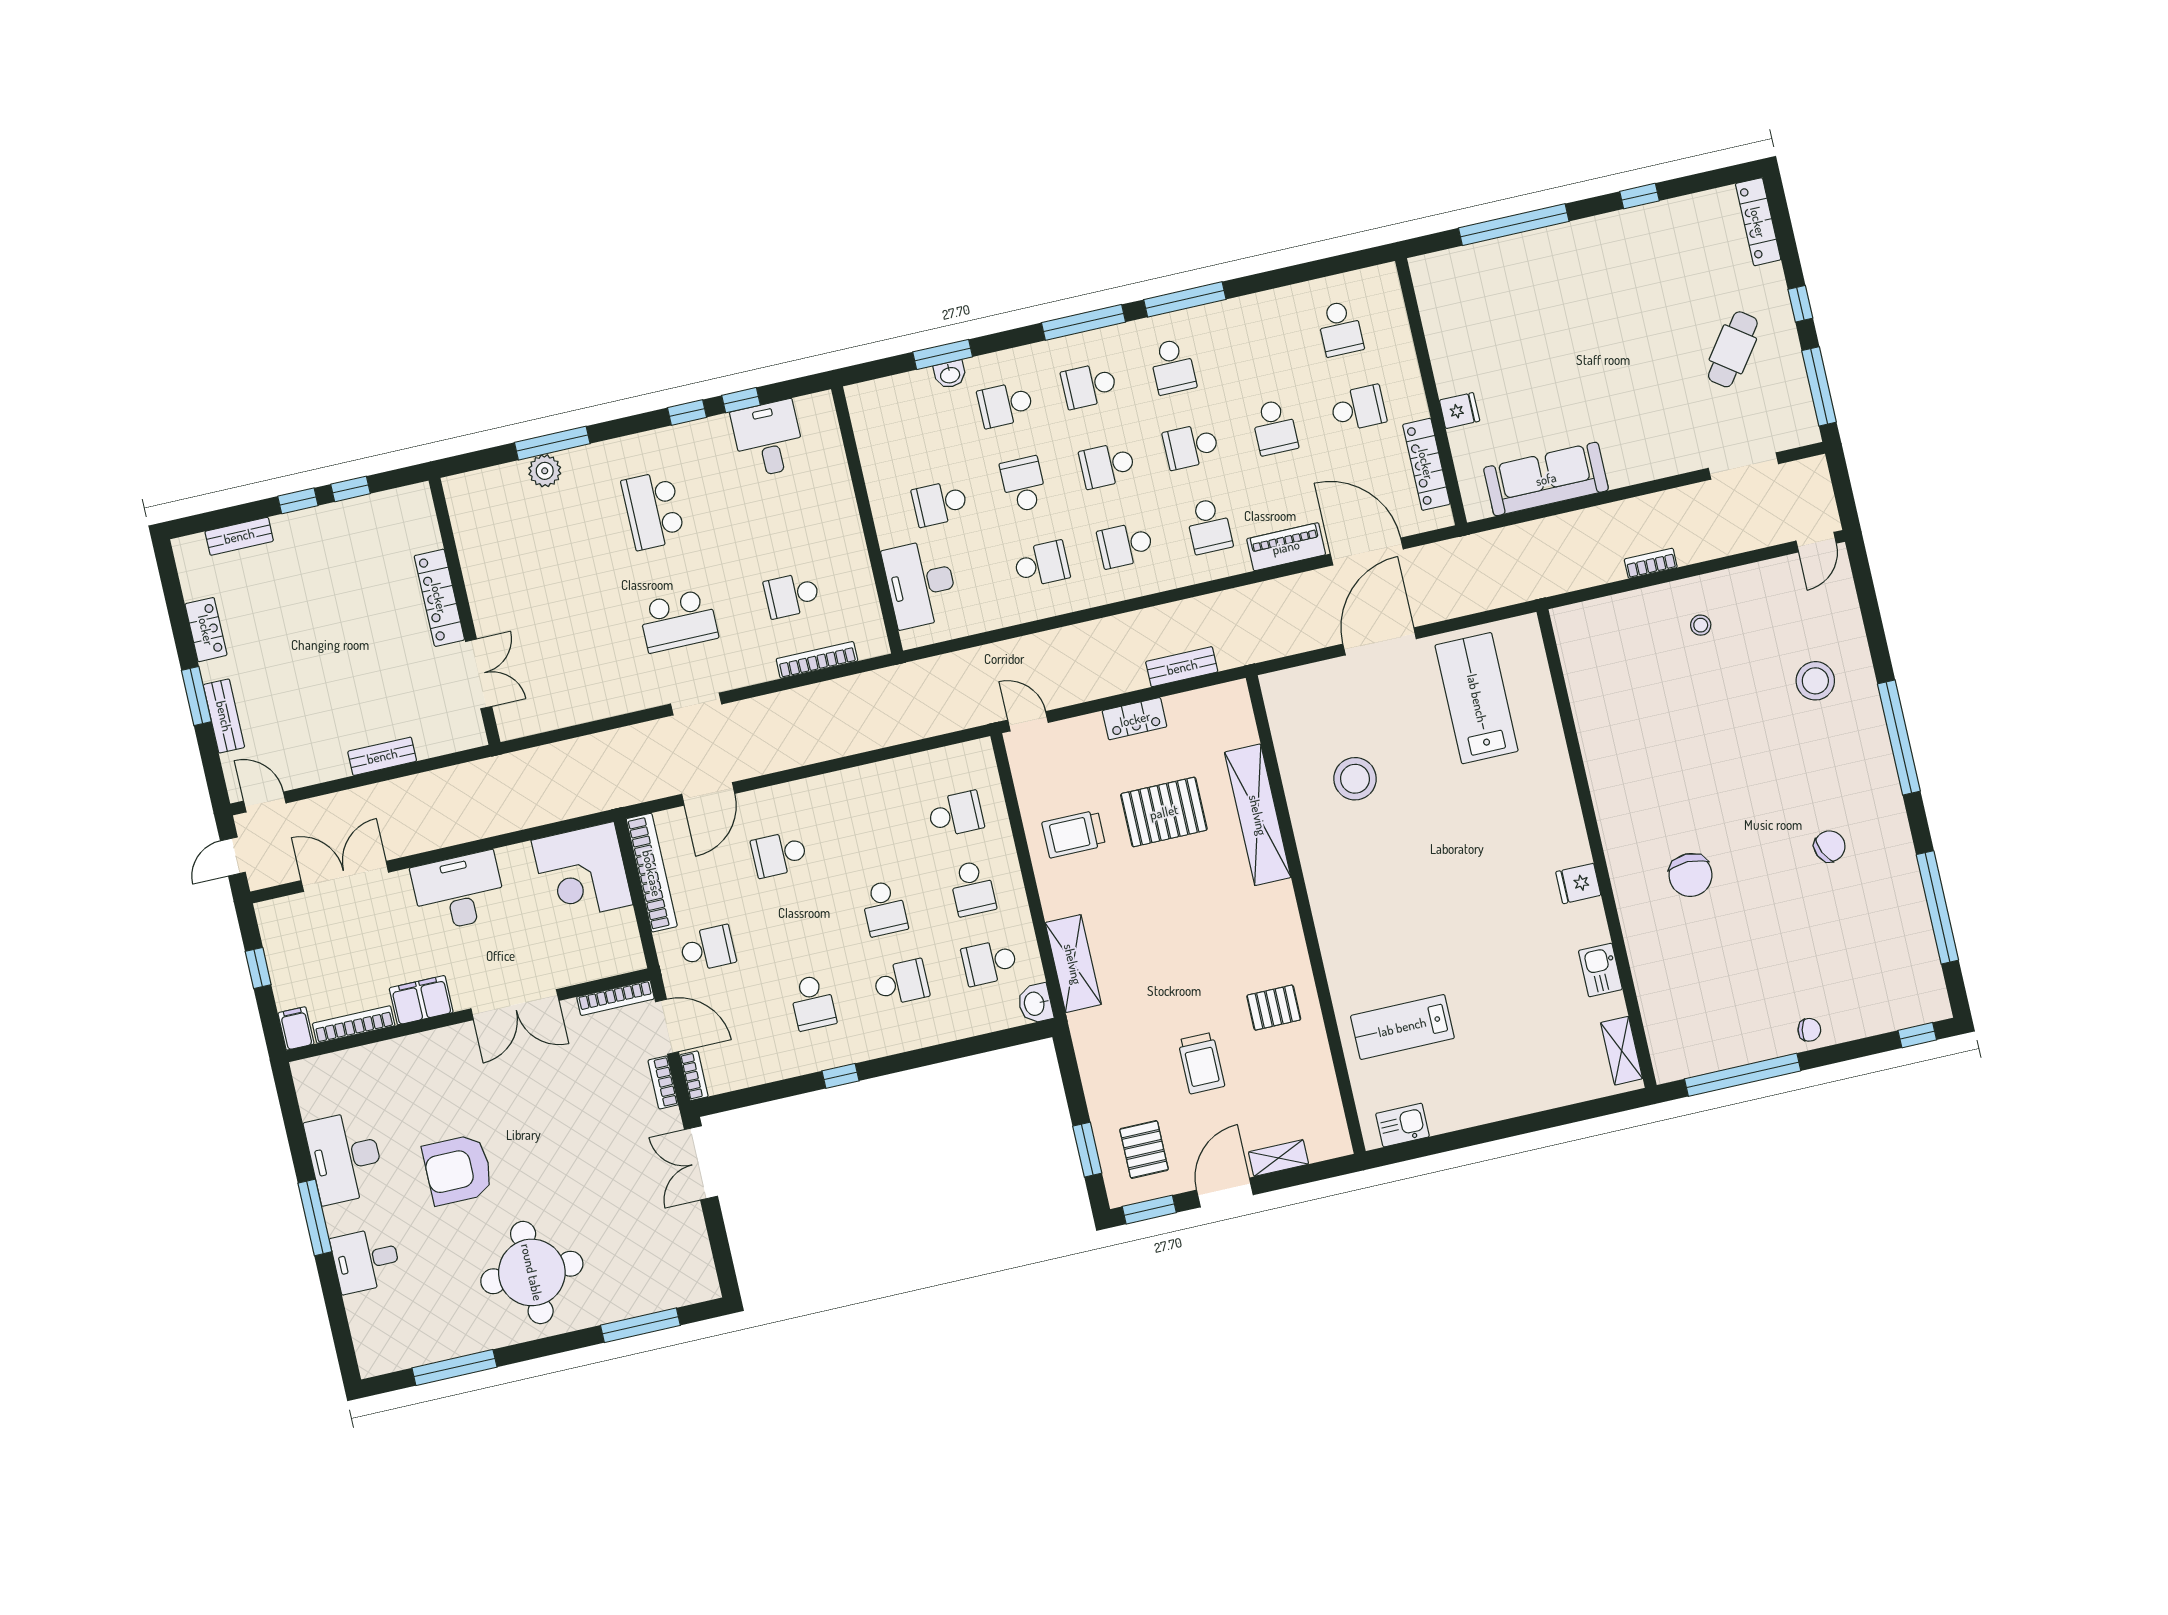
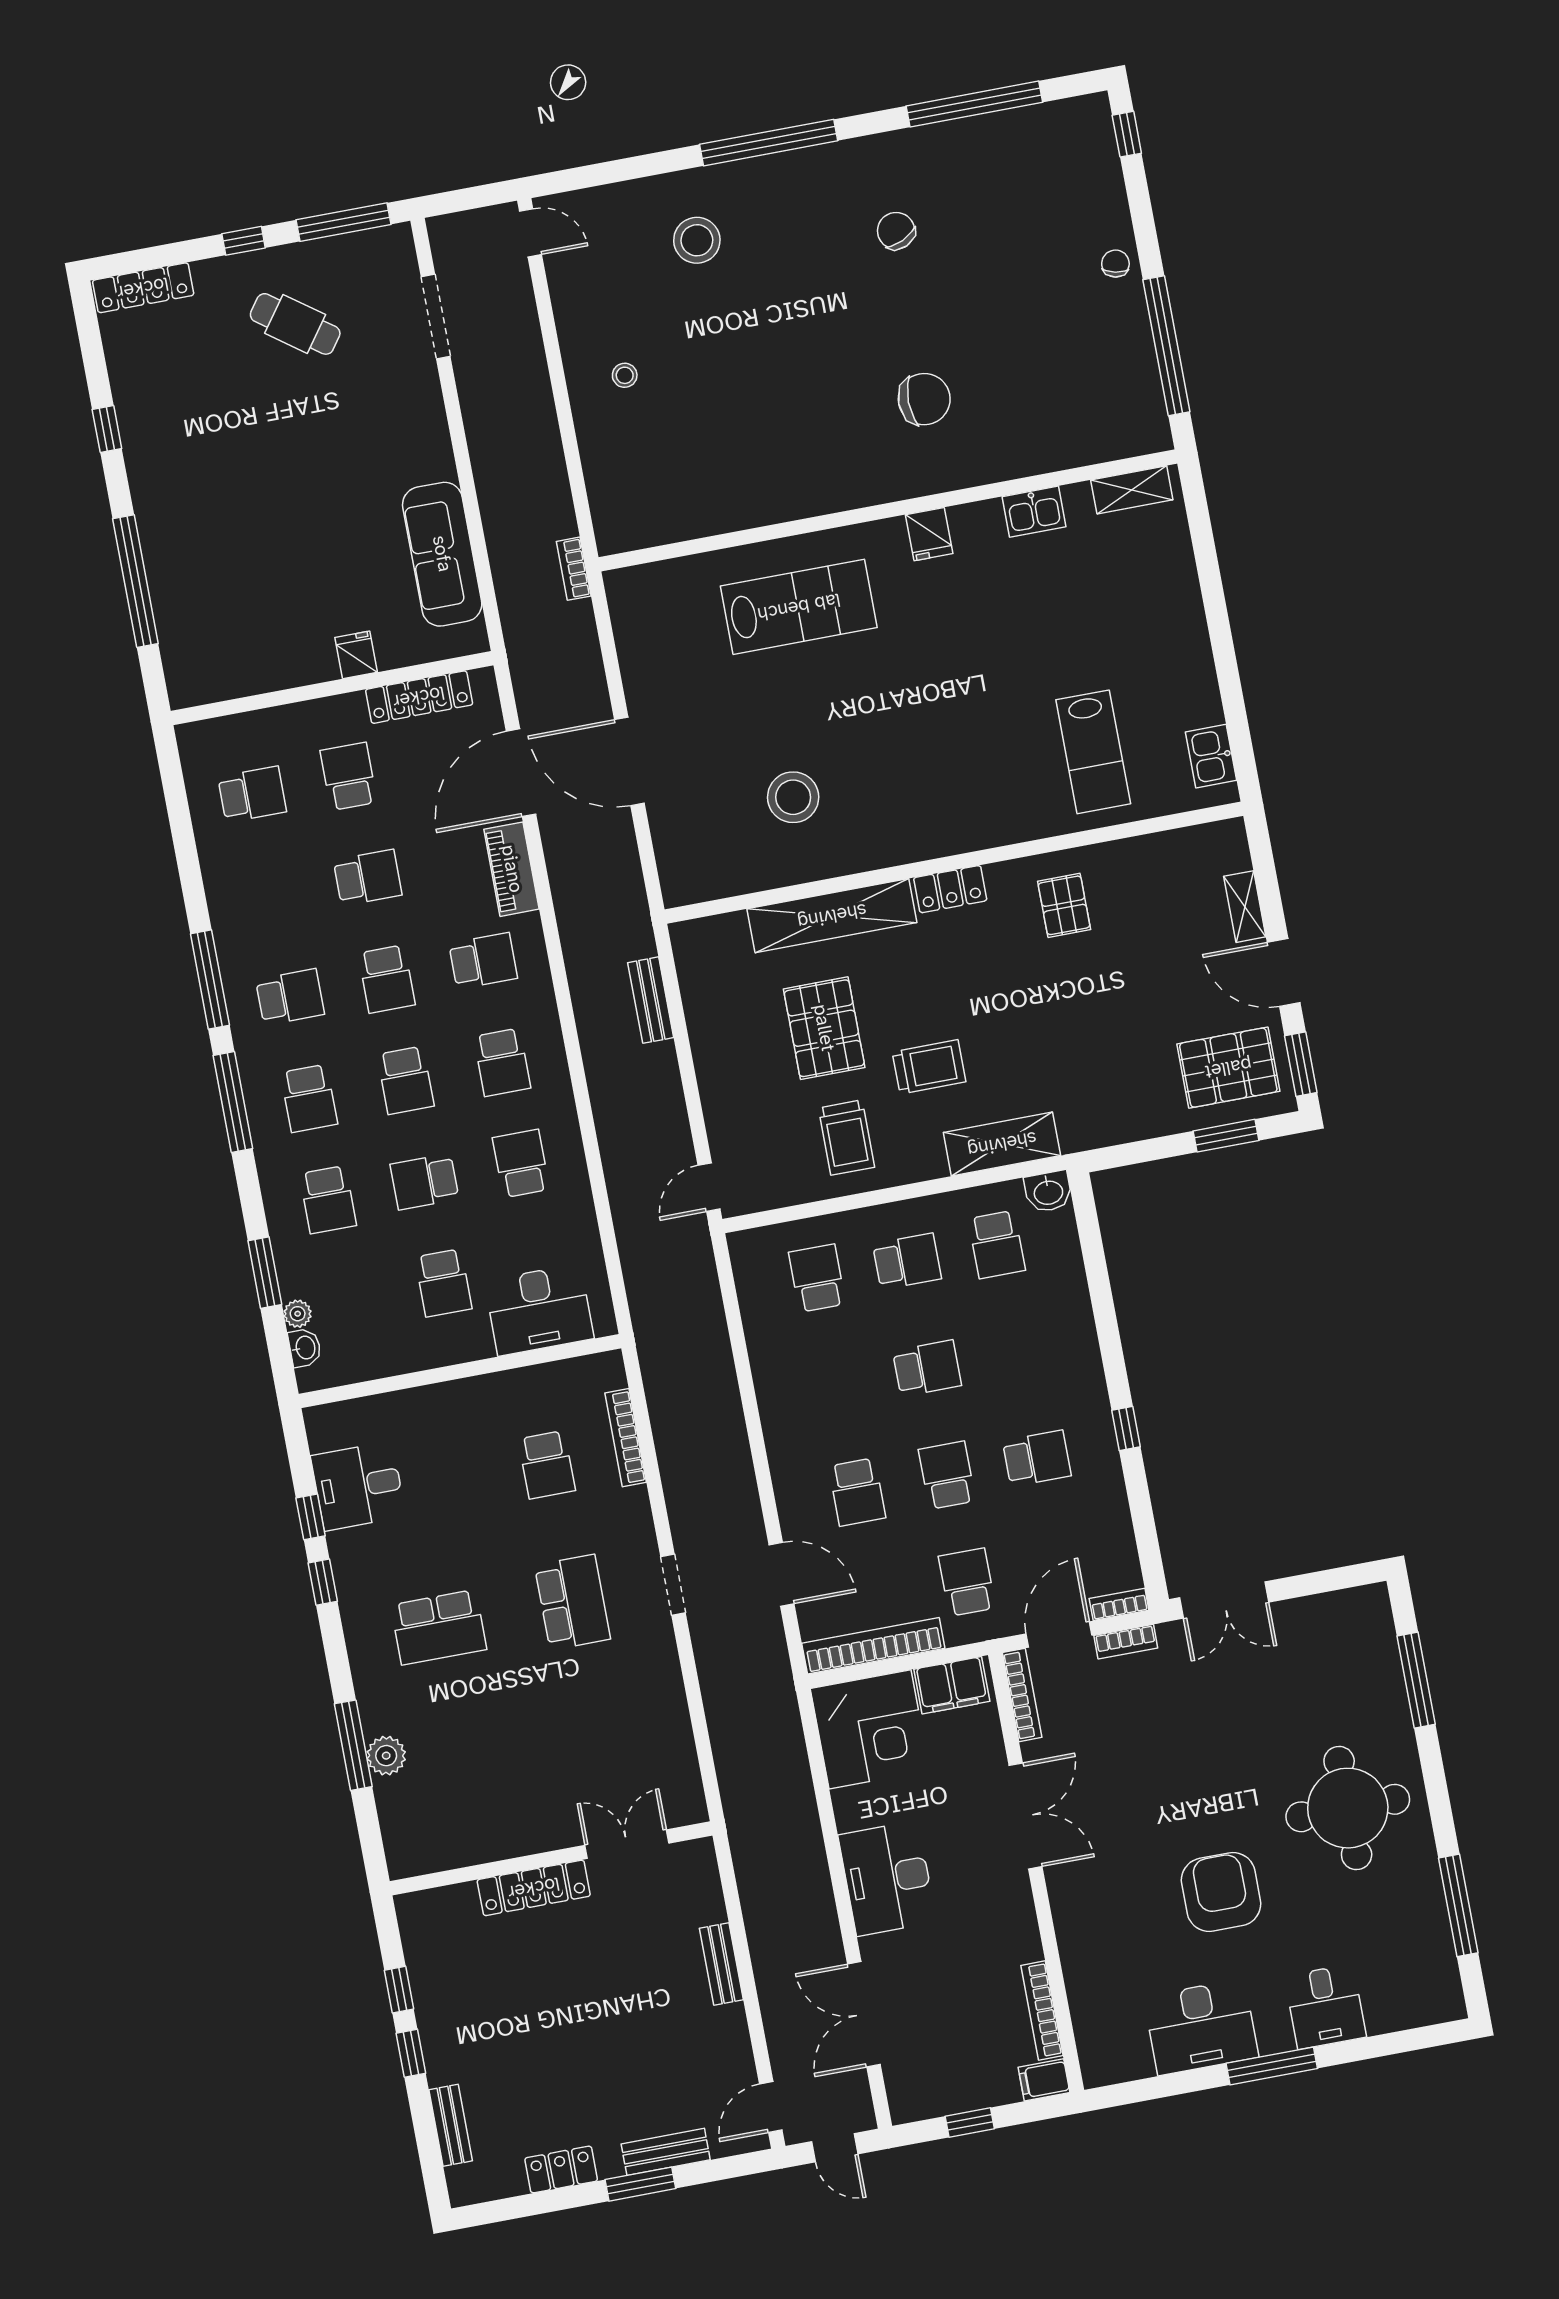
washbasin: (950, 374) -> (305, 1348), moved
plant: (910, 383) -> (298, 1314), added
bookcase: (1651, 563) -> (574, 569), moved
lab bench: (1477, 698) -> (799, 607), moved, turned 180
locker: (1135, 719) -> (950, 889), moved, turned 90
school desk: (901, 983) -> (947, 1475), moved
filing cabinet: (421, 1000) -> (952, 1685), moved, turned -90
trolley: (1201, 1063) -> (929, 1067), moved
pallet: (1144, 1149) -> (1228, 1068), width x1.50, depth x1.42
armchair: (458, 1170) -> (1221, 1892), turned 180

